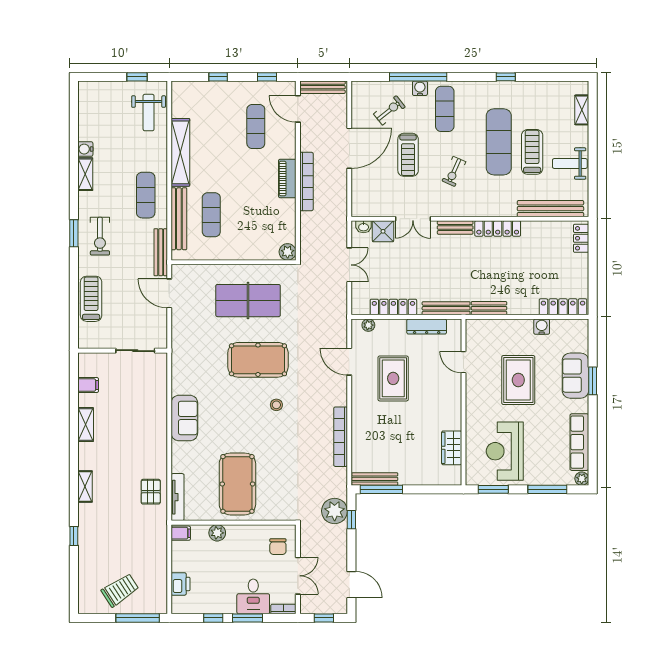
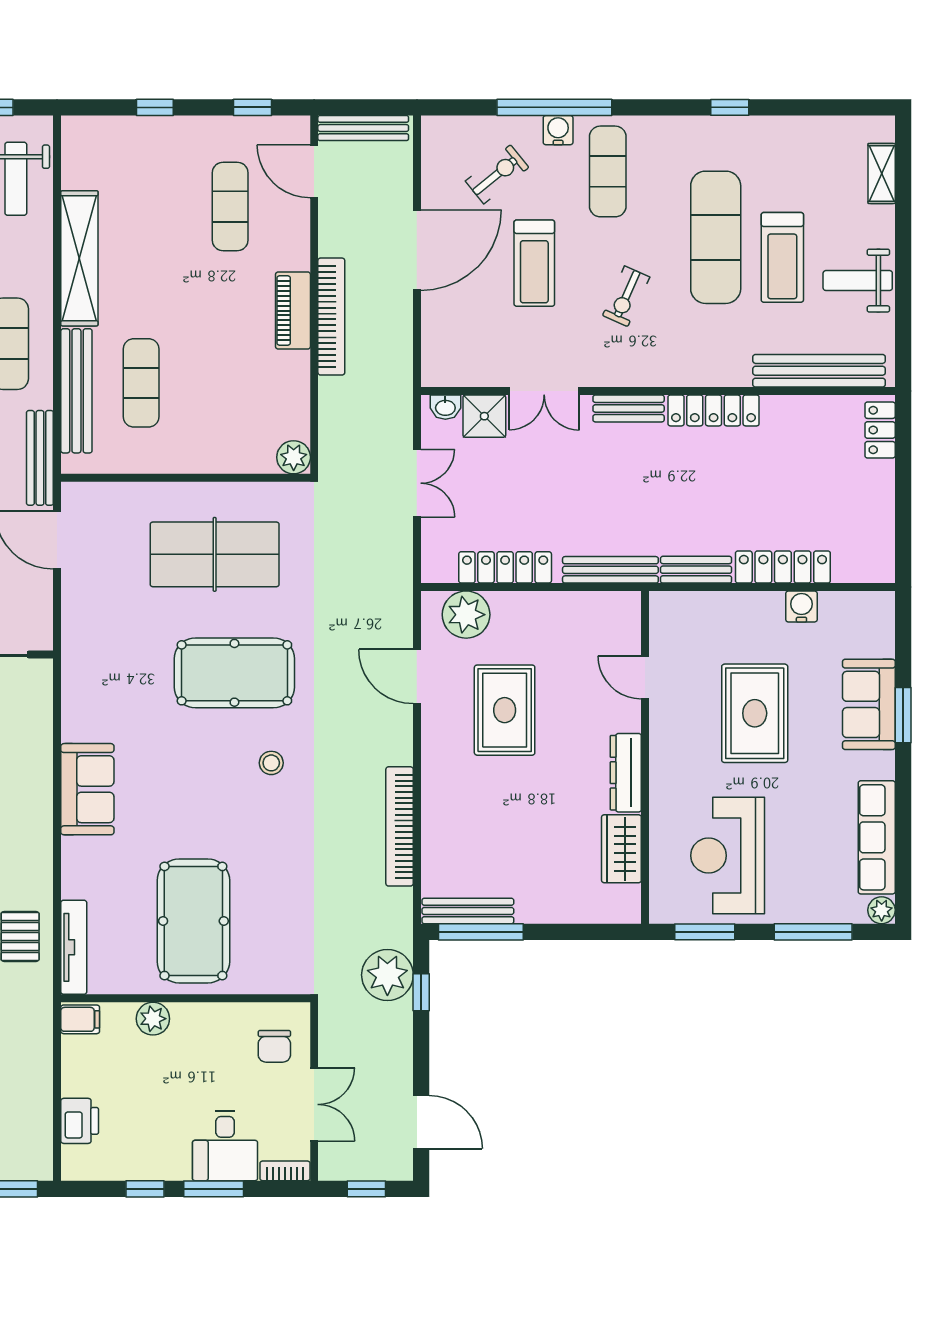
treadmill: (532, 152) -> (782, 257), turned 180
locker: (563, 307) -> (783, 567), moved
plant: (368, 325) -> (466, 615), width x1.88, depth x1.88
dresser: (427, 327) -> (626, 773), moved, turned 90

